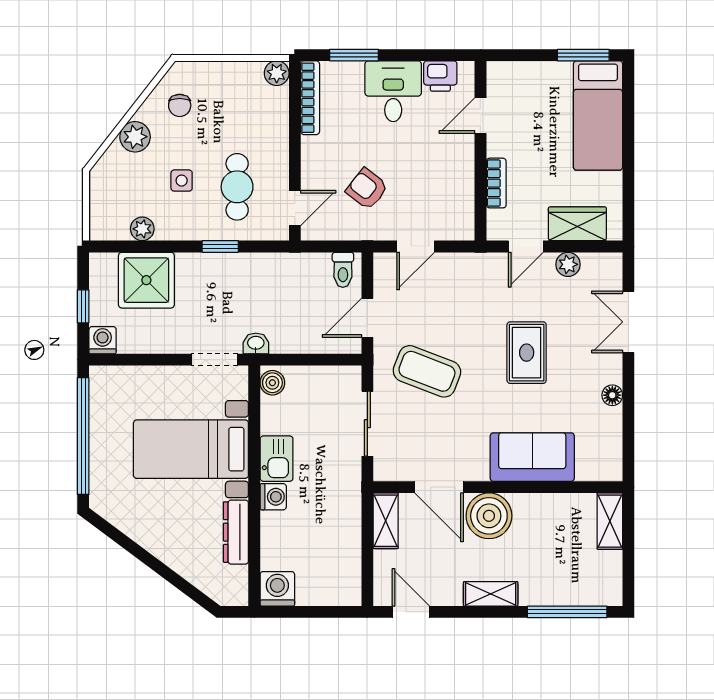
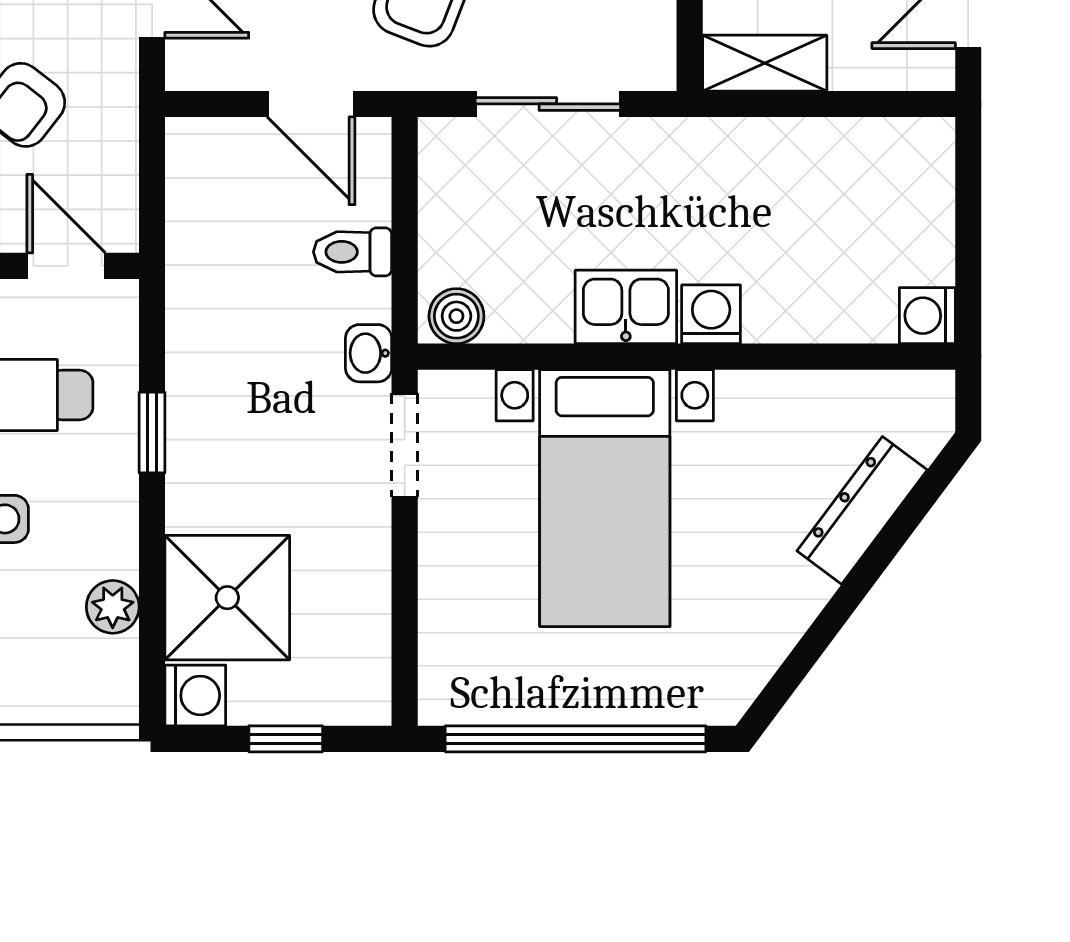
toilet: (343, 270) -> (353, 252), moved, turned 180
washing machine: (103, 340) -> (195, 695), moved, turned 180
dresser: (236, 532) -> (862, 510), moved, turned 127
washing machine: (277, 589) -> (927, 316), width x0.73, depth x0.73

